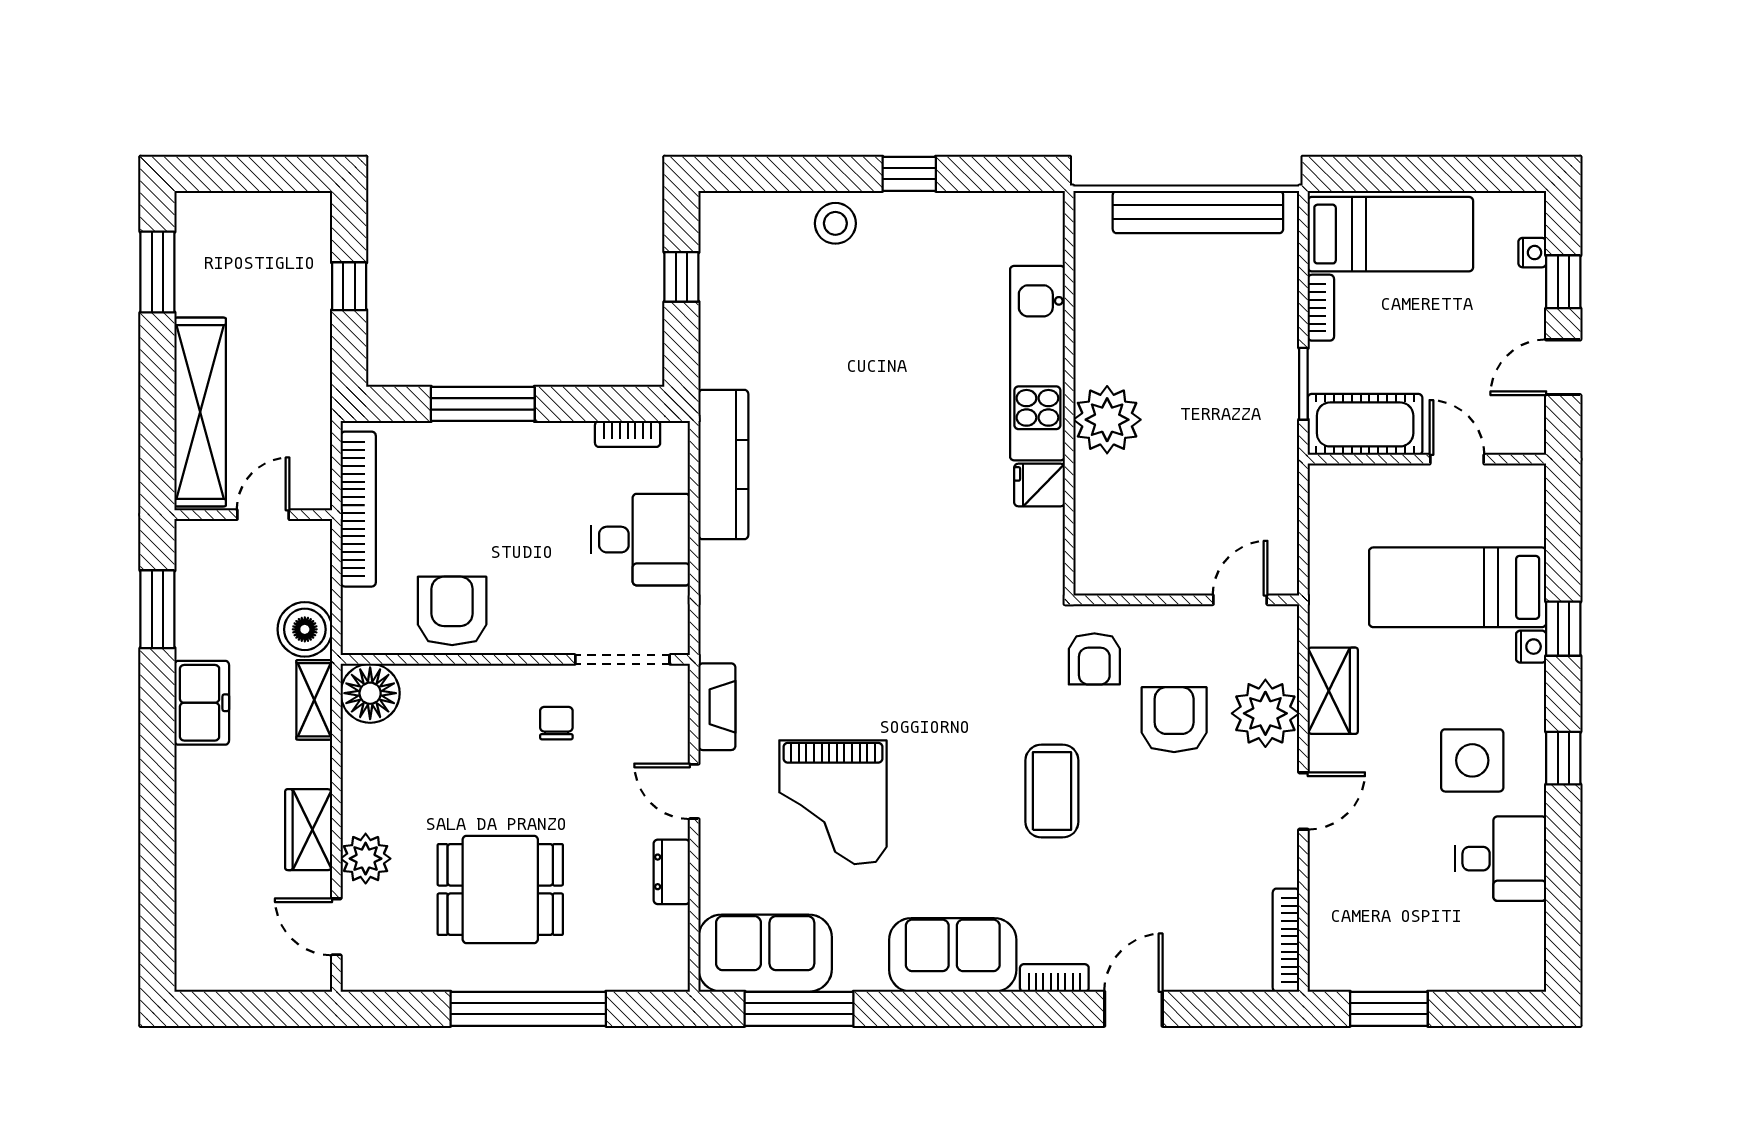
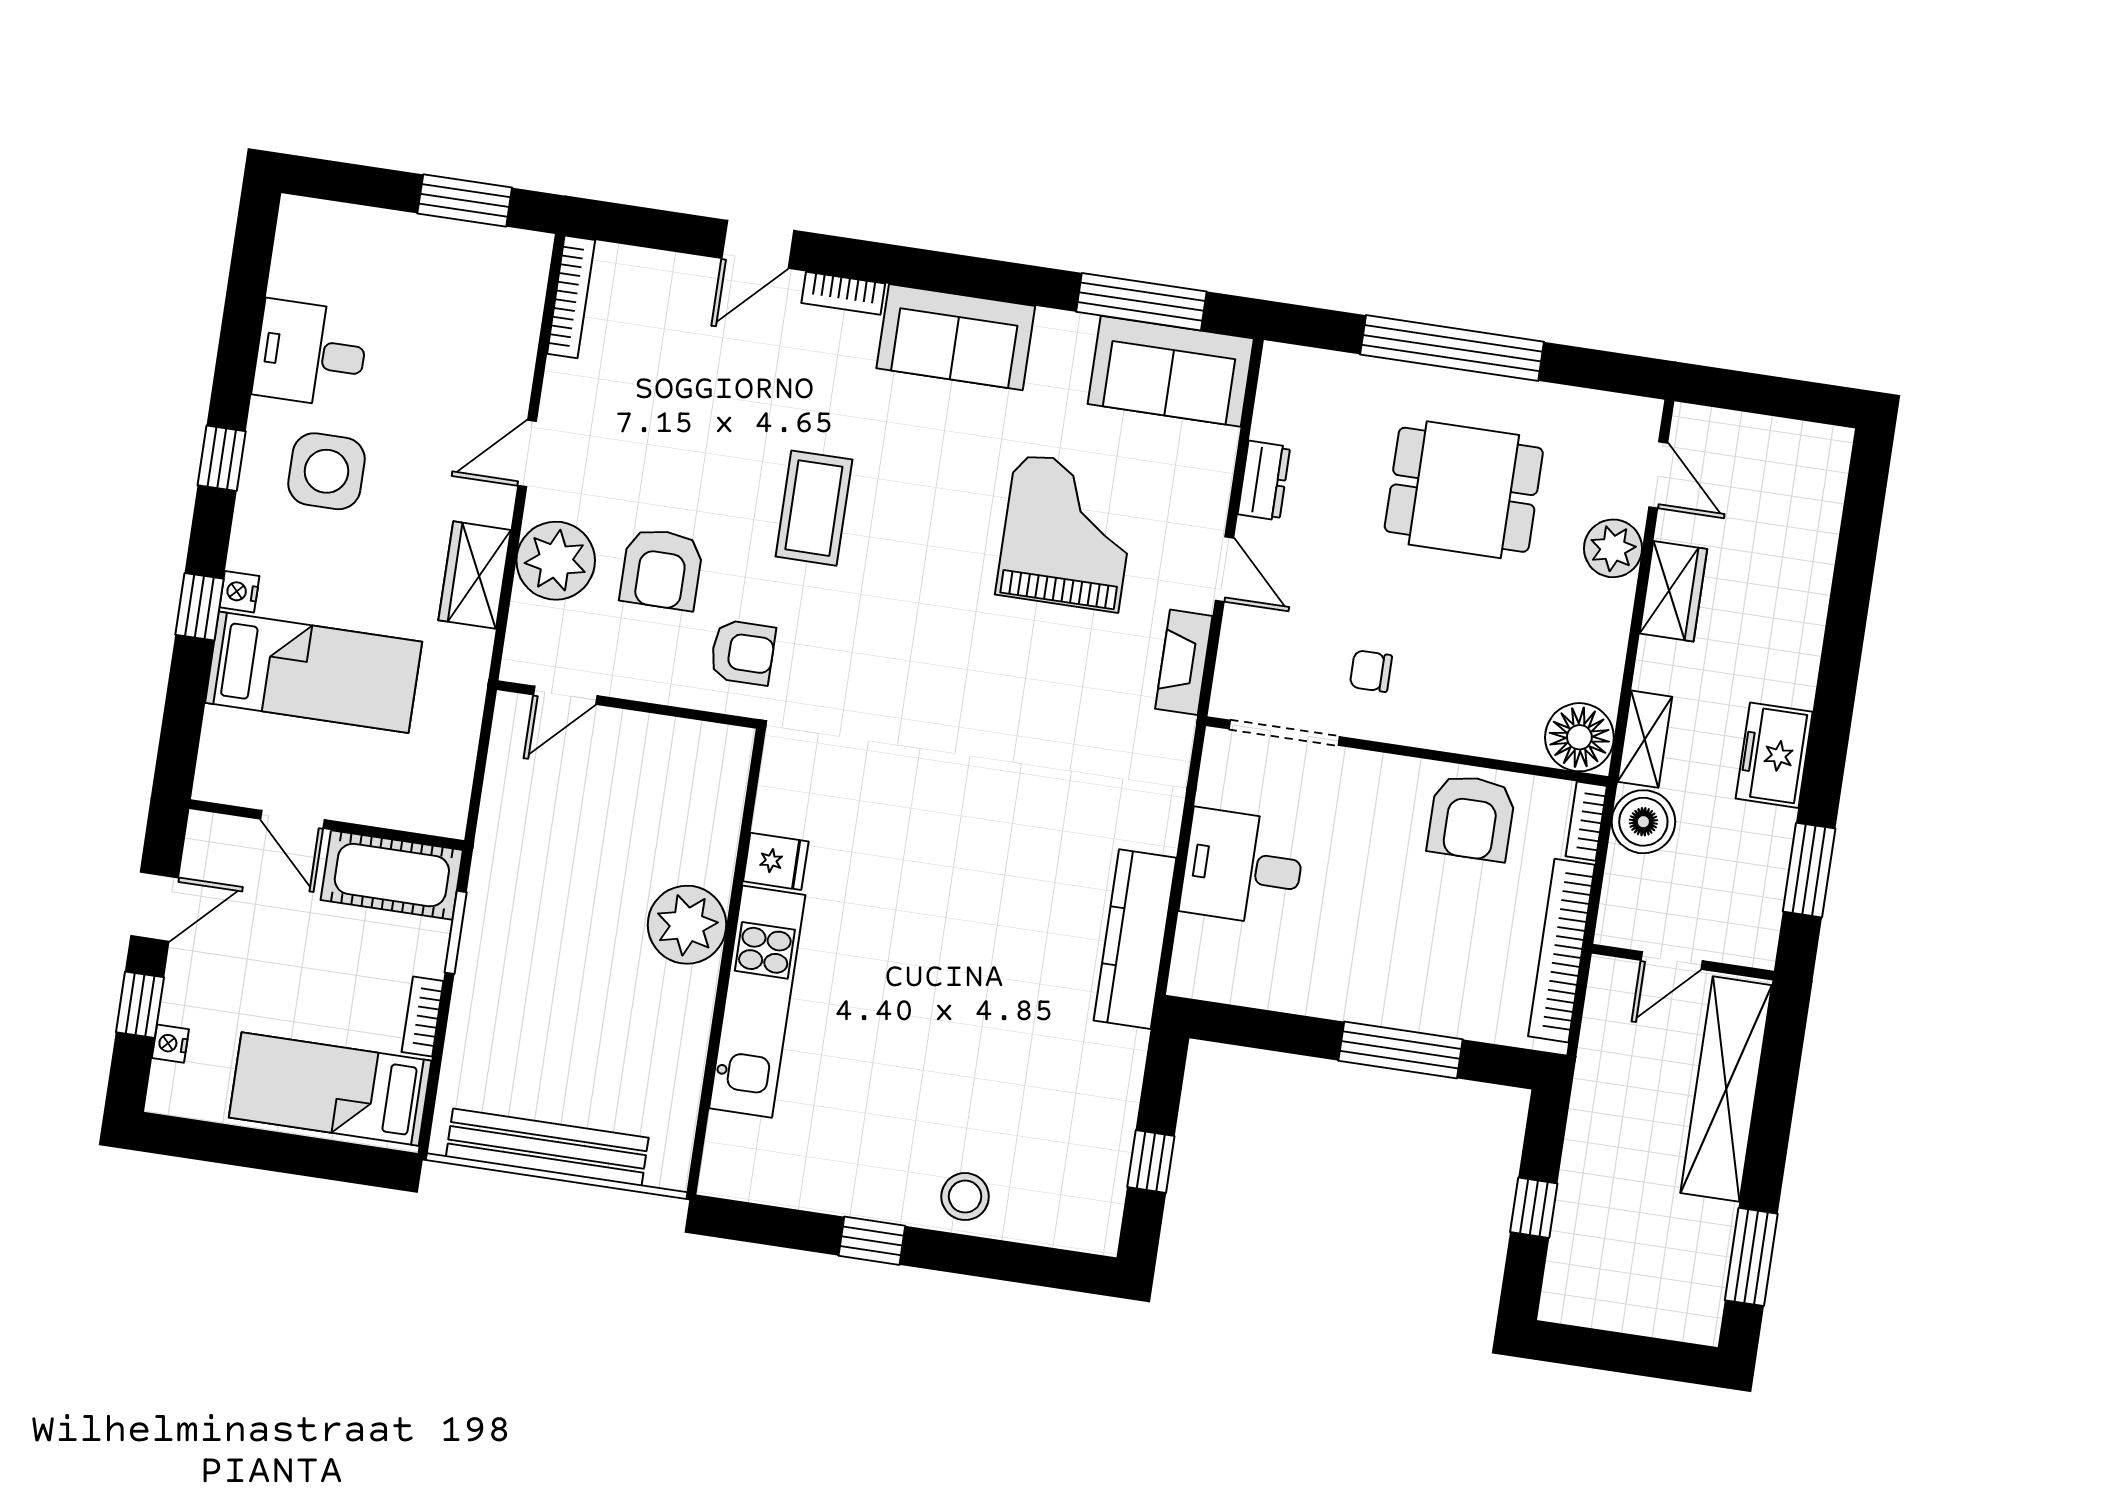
bookcase: (628, 434) -> (1586, 821), moved, turned -90
armchair: (1094, 659) -> (743, 652), turned 90
chair: (556, 723) -> (1371, 671), turned 90

